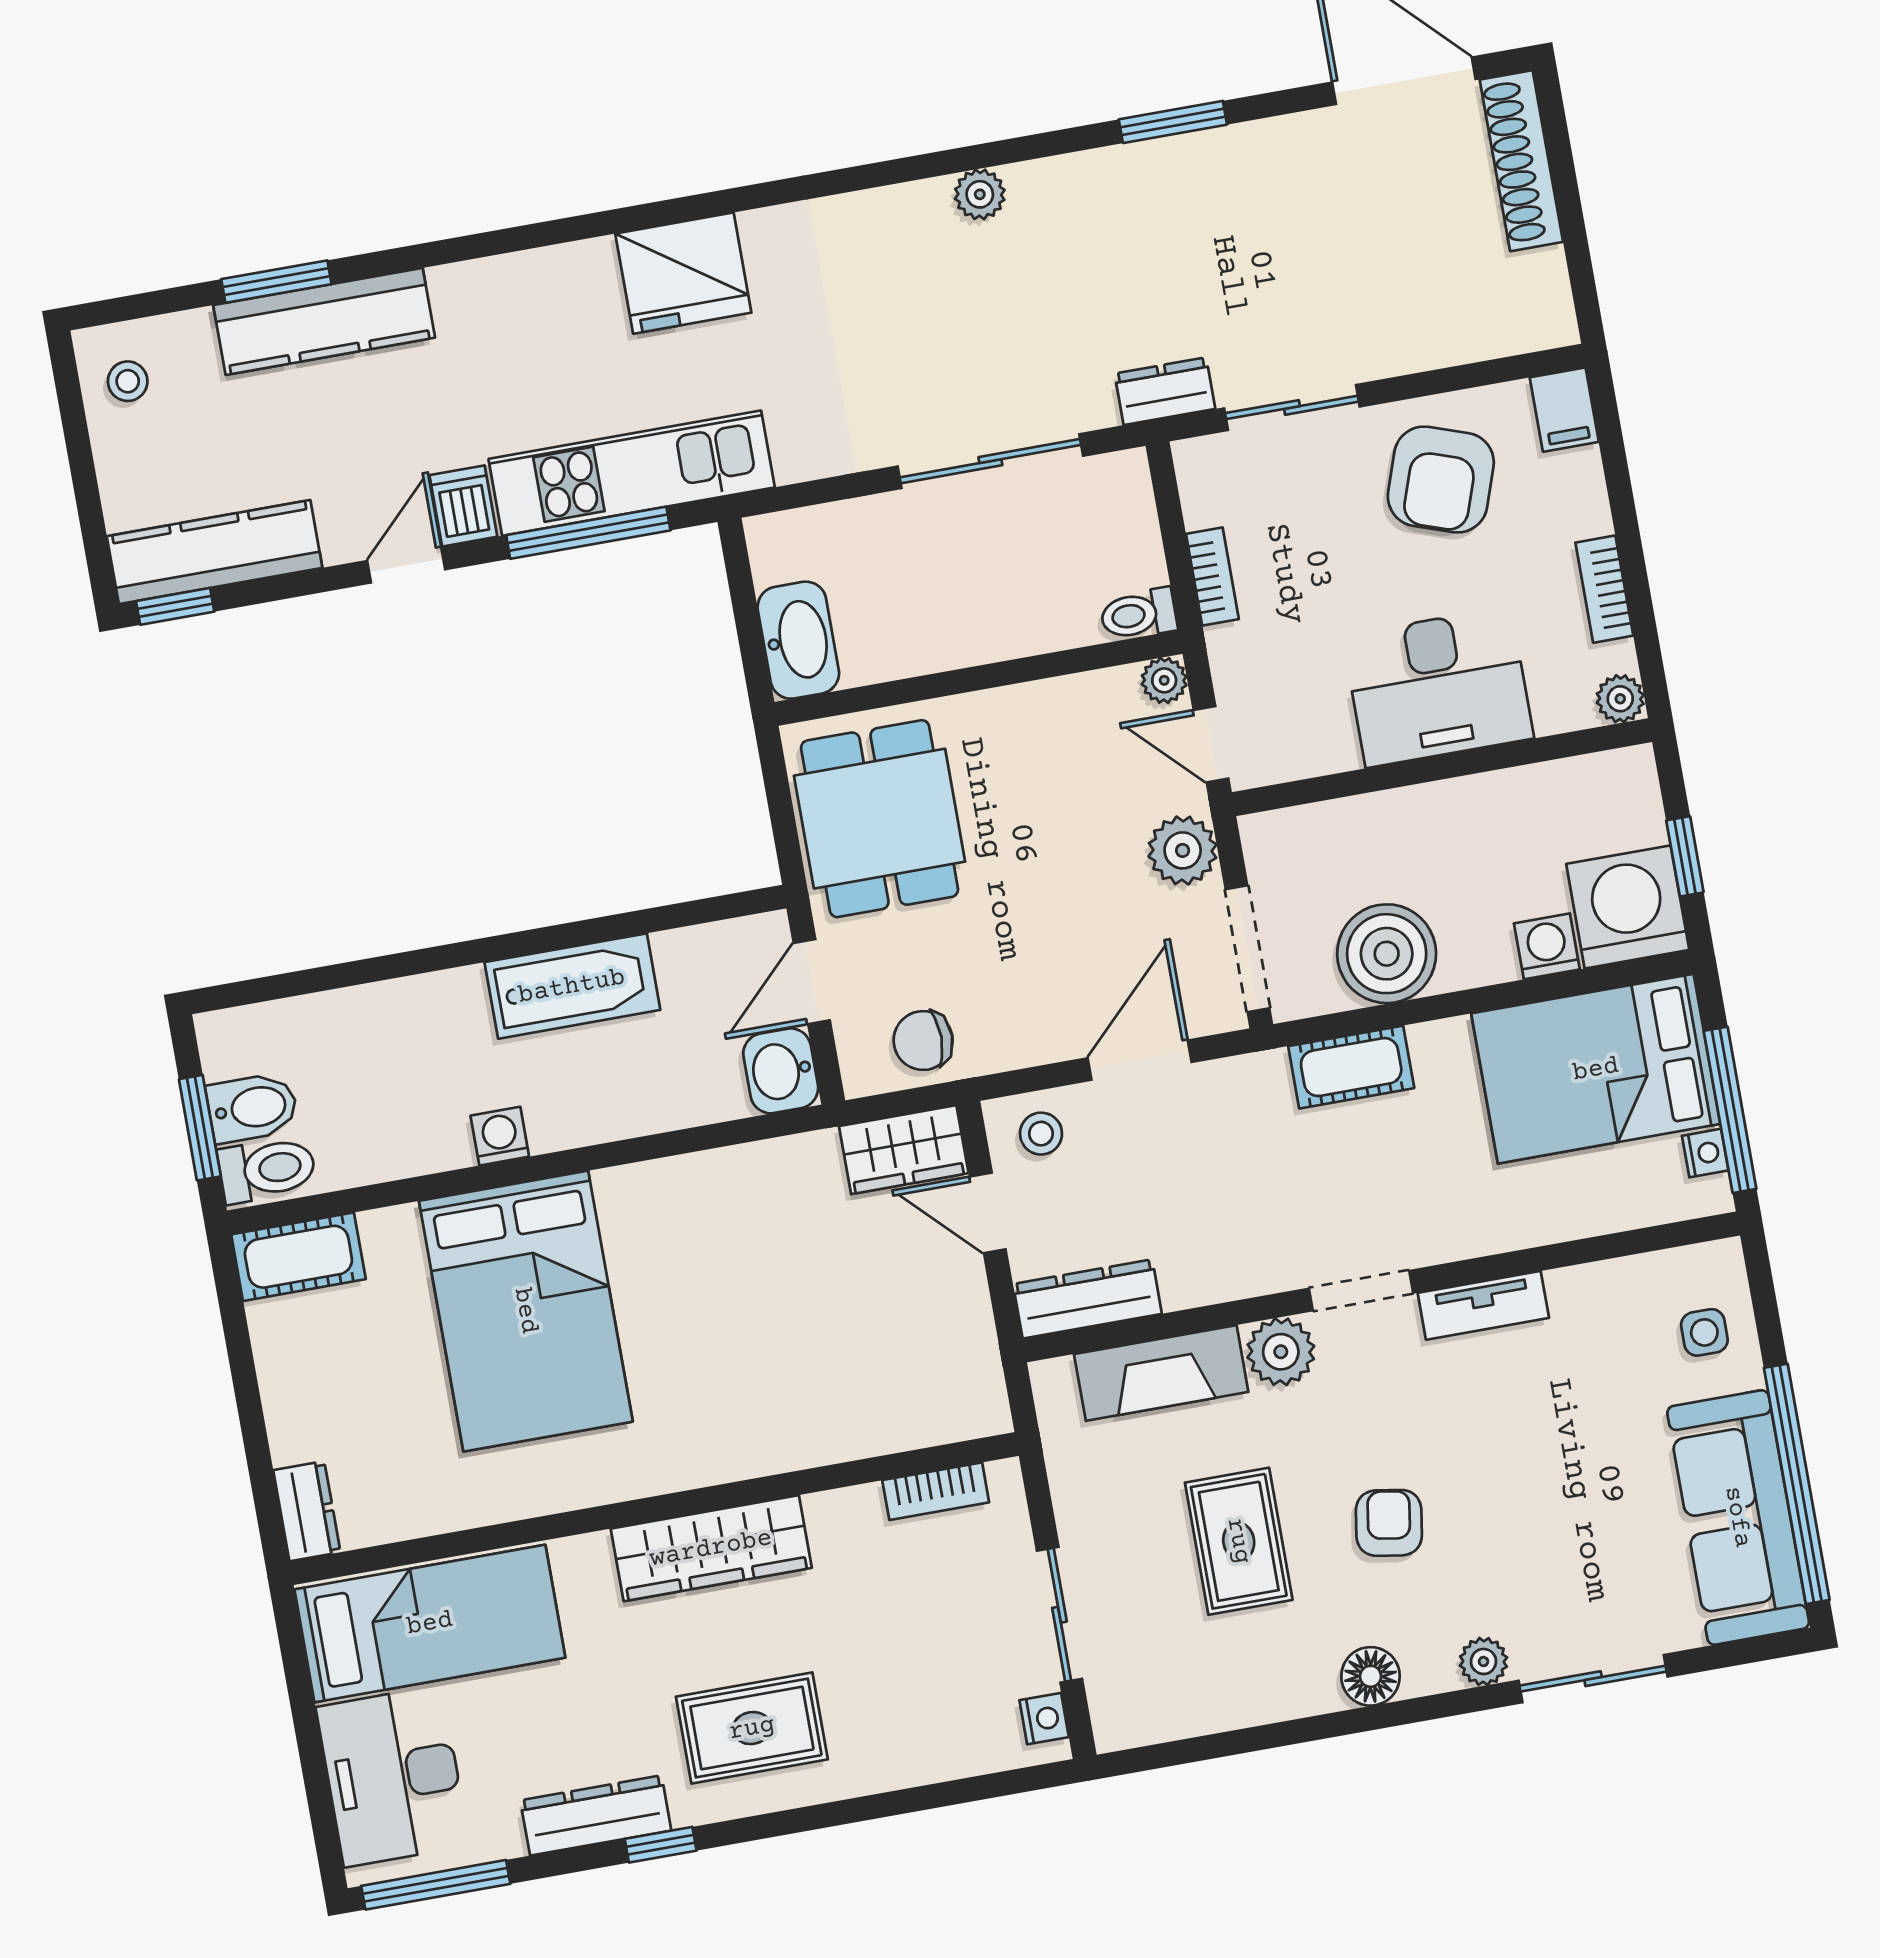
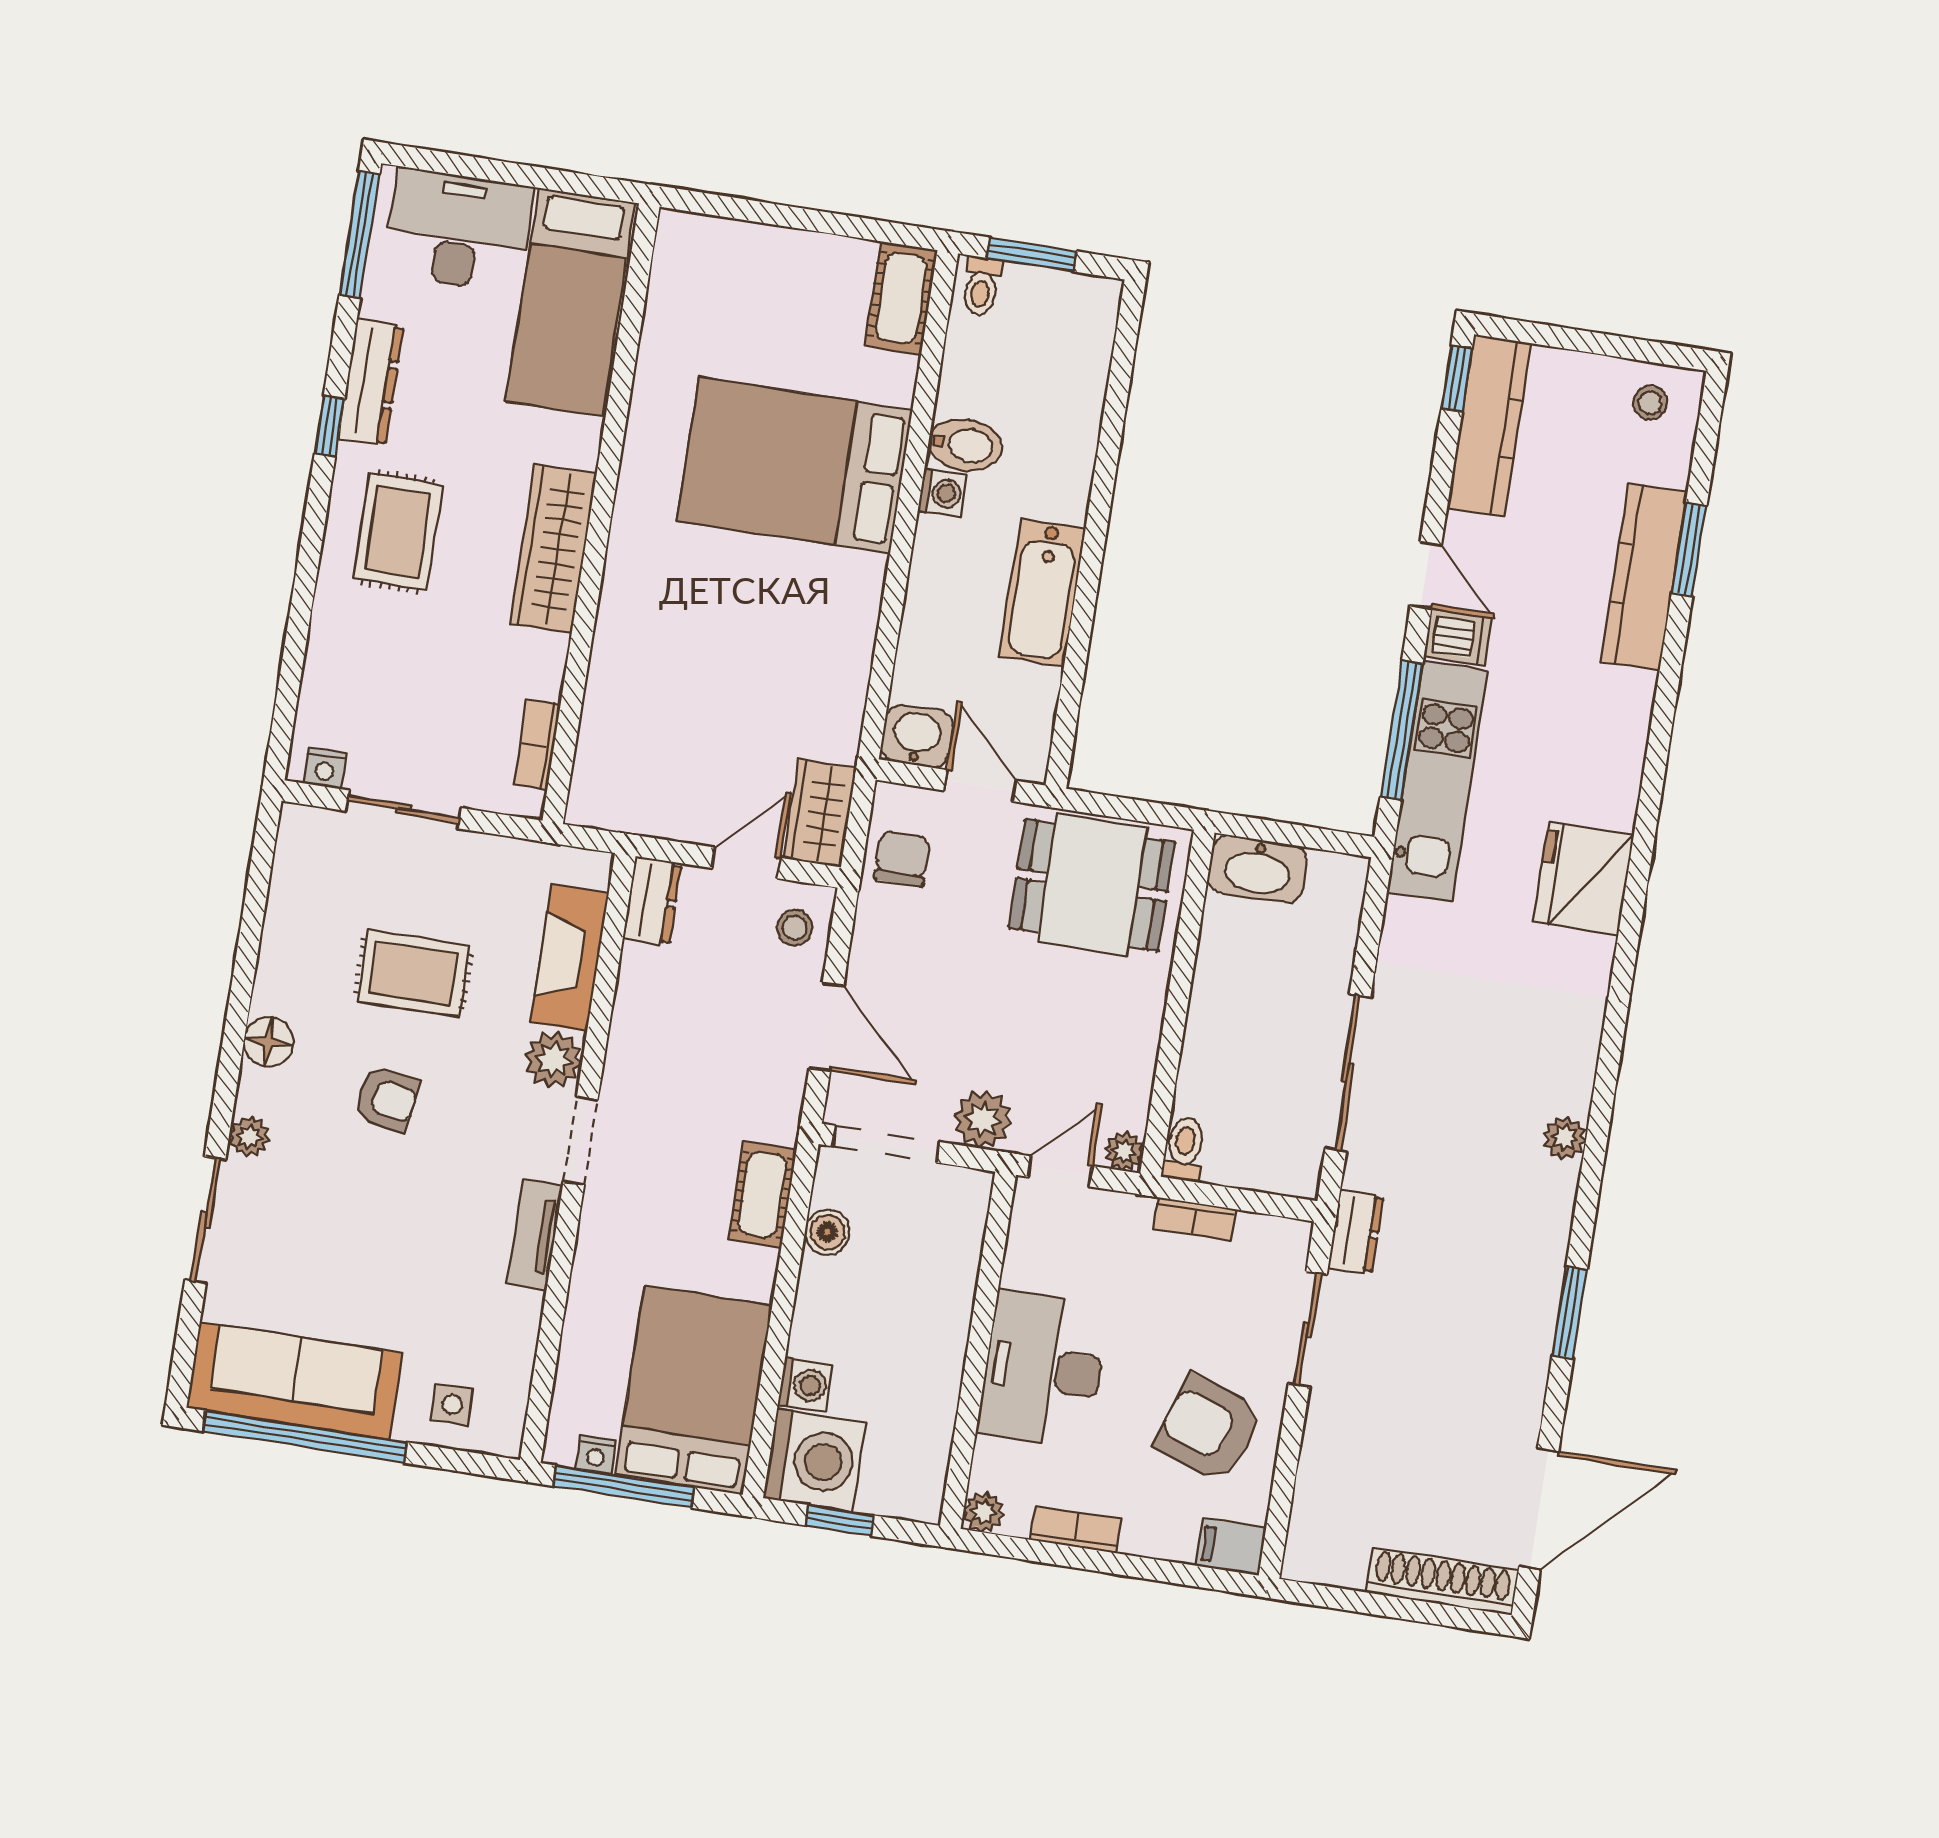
boiler: (1387, 954) -> (827, 1232), width x0.54, depth x0.54
bidet: (253, 1108) -> (965, 445), moved, turned -90
toilet: (267, 1169) -> (981, 286), width x0.73, depth x0.72
dresser: (1087, 1299) -> (652, 901), width x0.70
dresser: (307, 1511) -> (695, 235), removed

